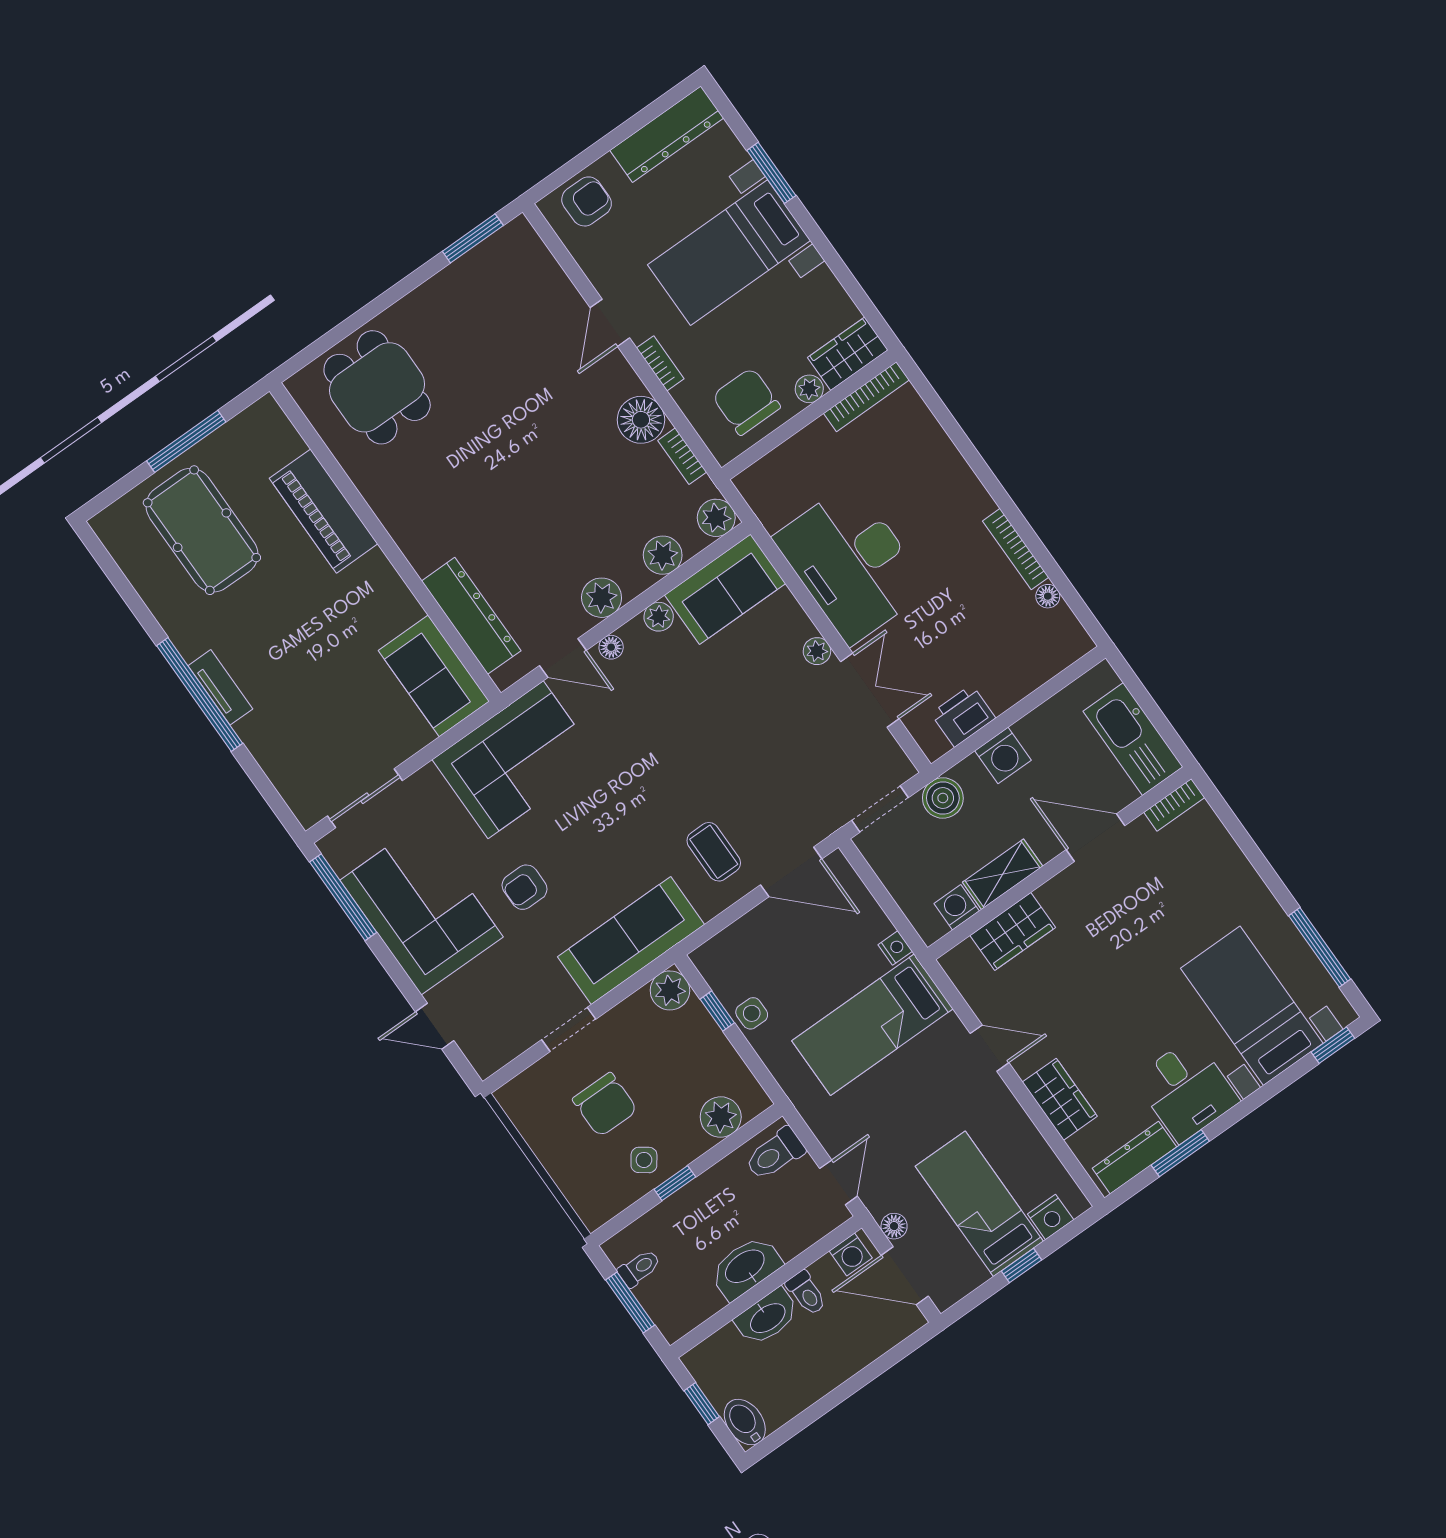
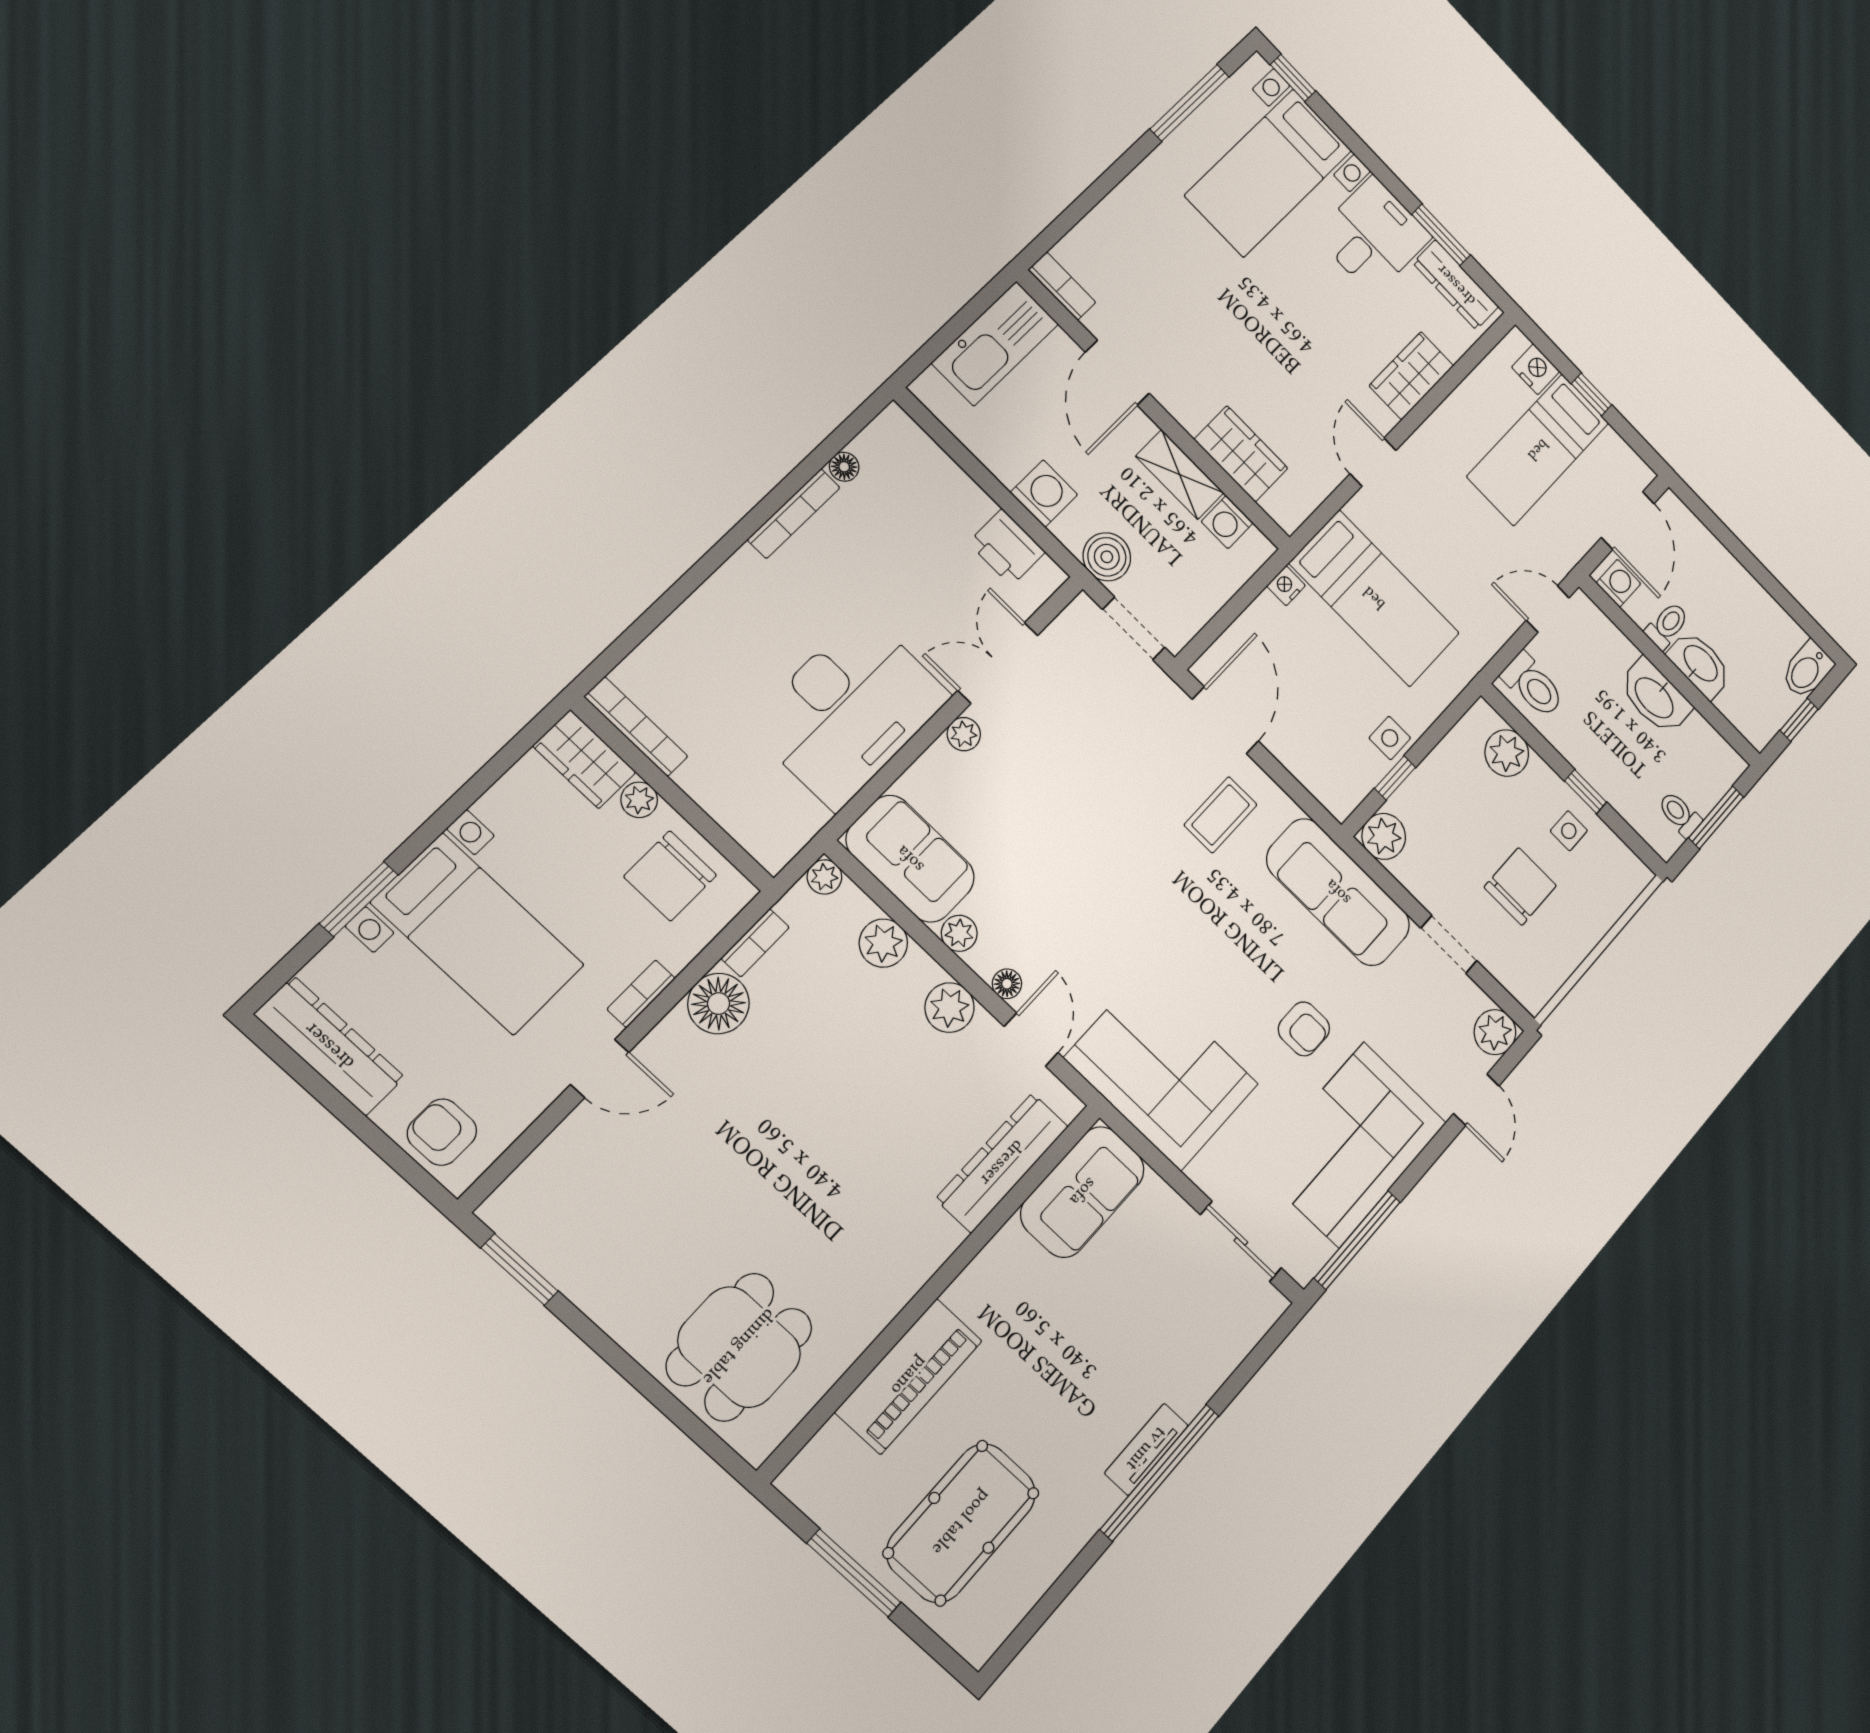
plant: (716, 518) -> (824, 877), width x0.73, depth x0.73
plant: (487, 1055) -> (1495, 1032), added
side table: (644, 1160) -> (1569, 831), turned -36
floor lamp: (894, 1226) -> (1580, 540), removed

